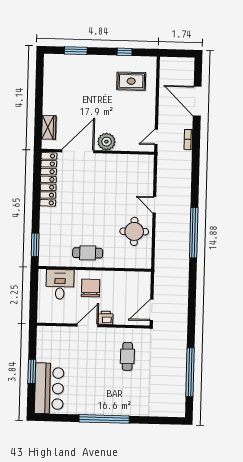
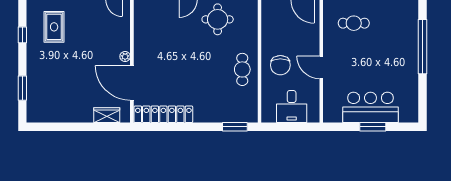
plant: (106, 142) -> (125, 57), width x0.53, depth x0.53
desk: (60, 284) -> (292, 107), moved, turned -90
chair: (91, 288) -> (280, 65), turned -90
printer: (106, 318) -> (312, 48), removed
bar counter: (49, 388) -> (370, 107), moved

